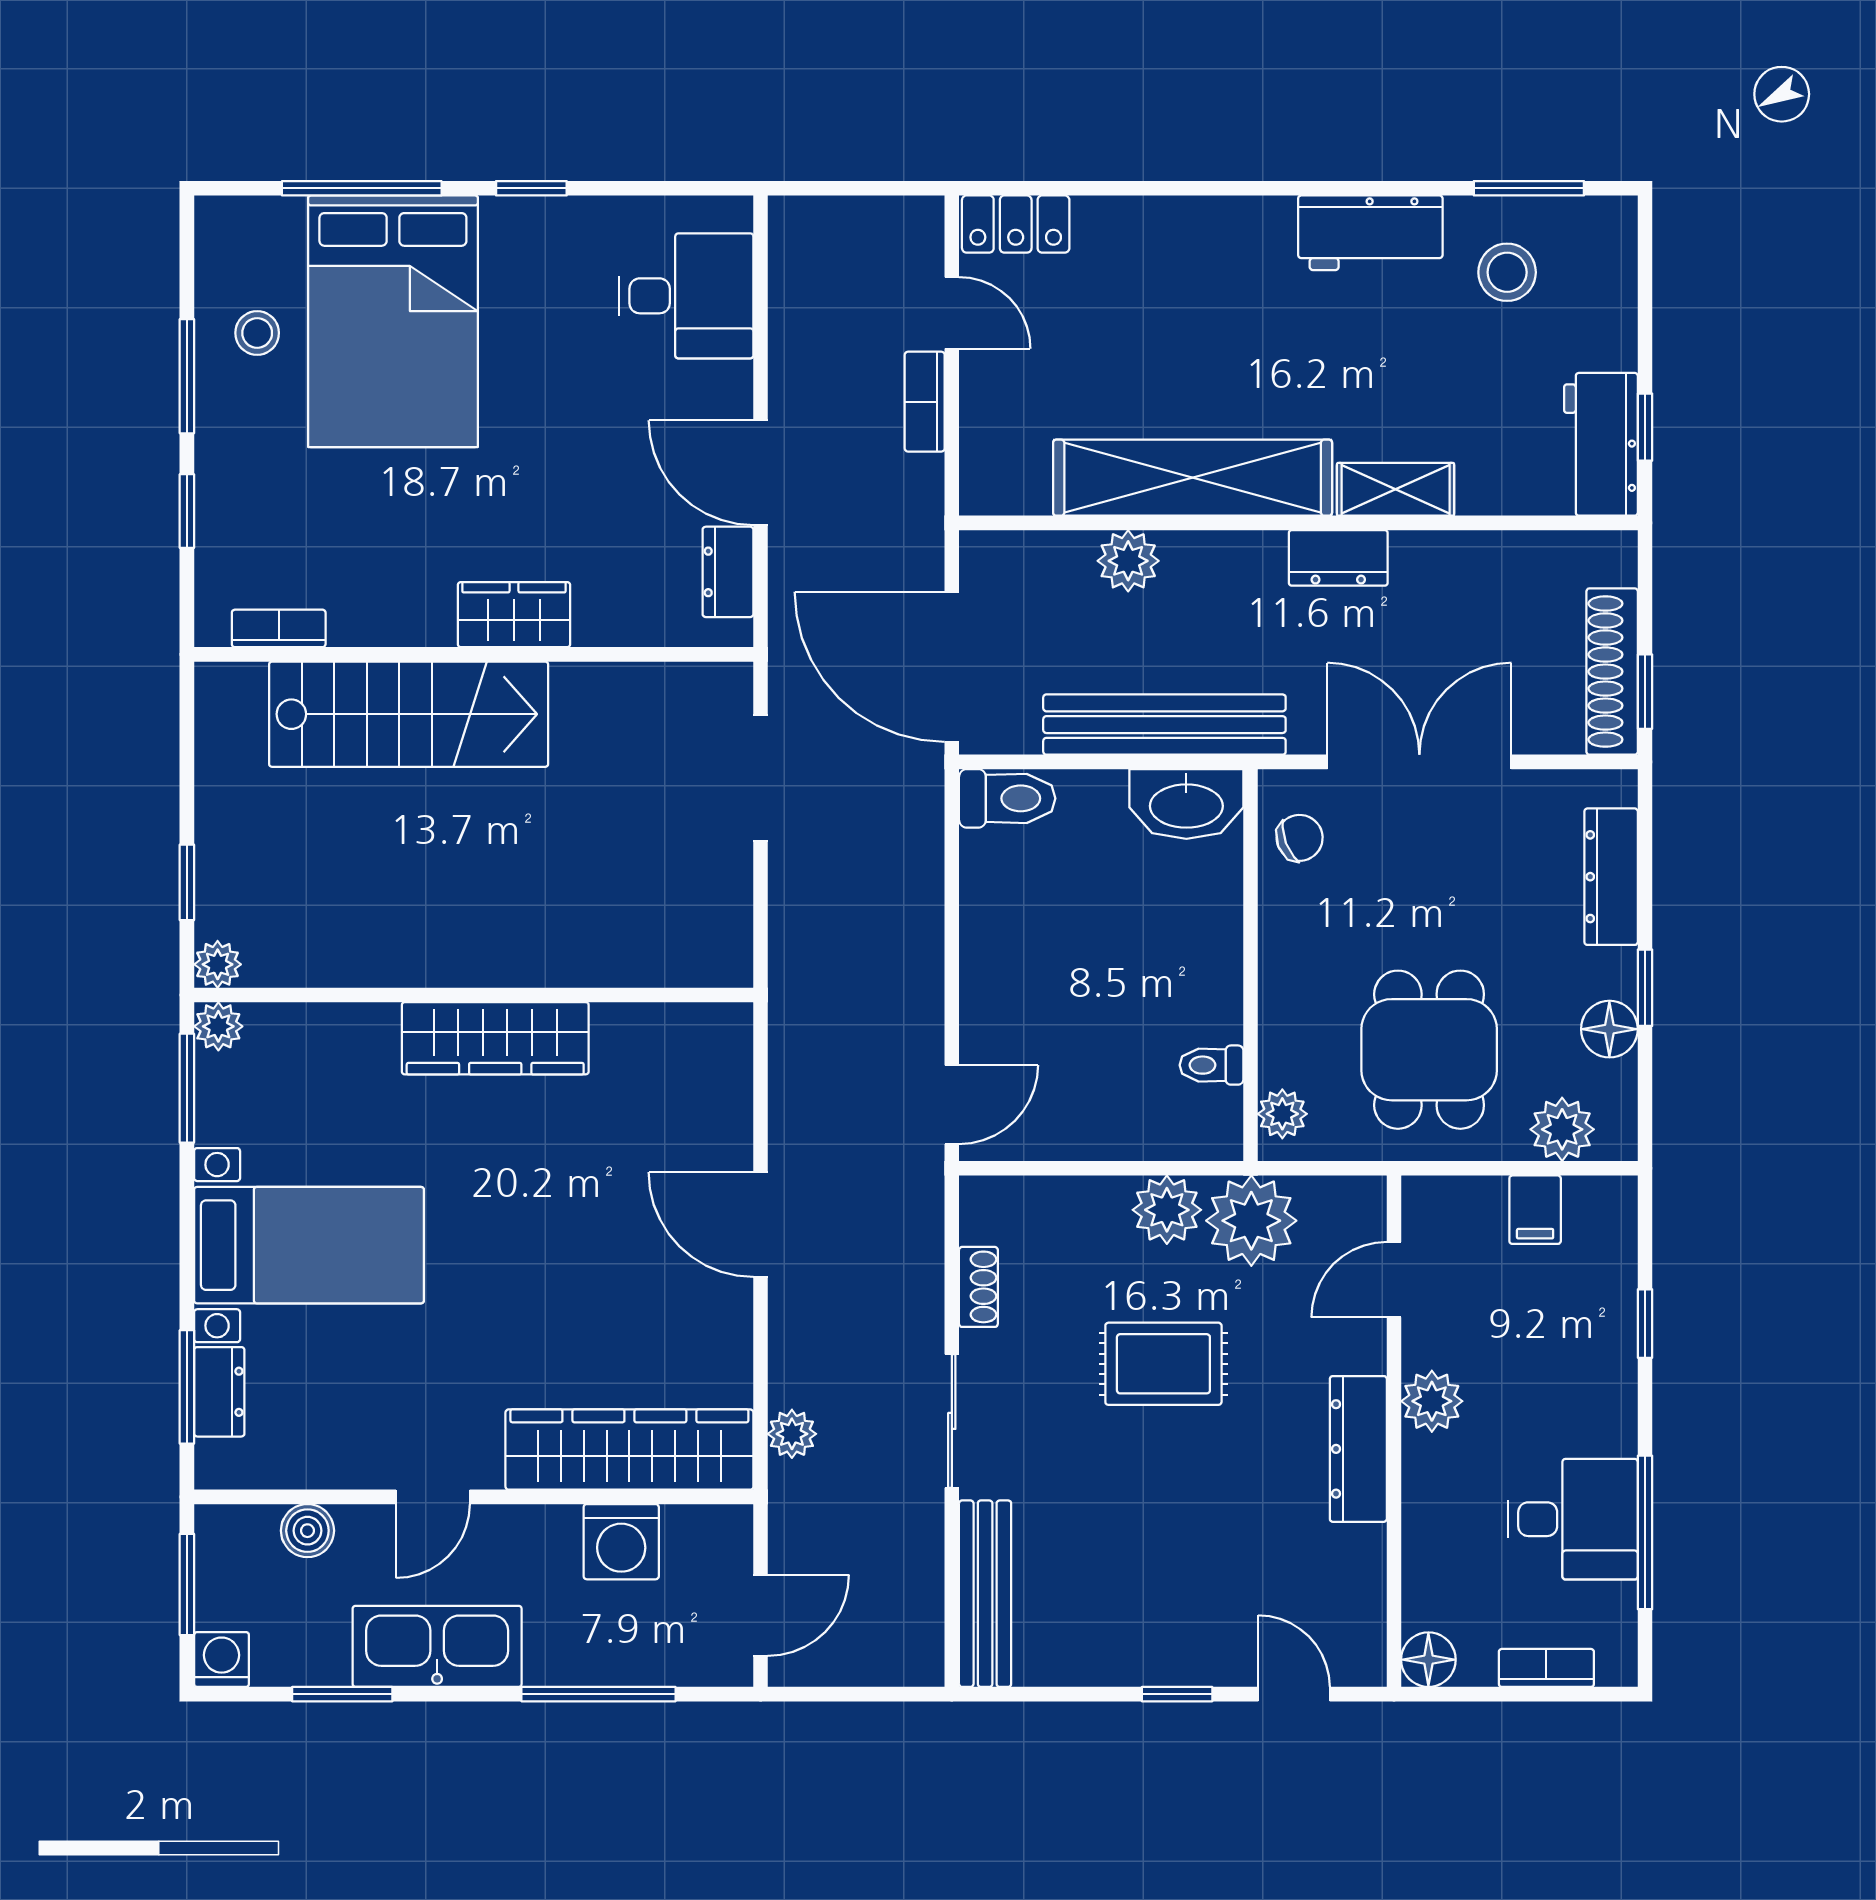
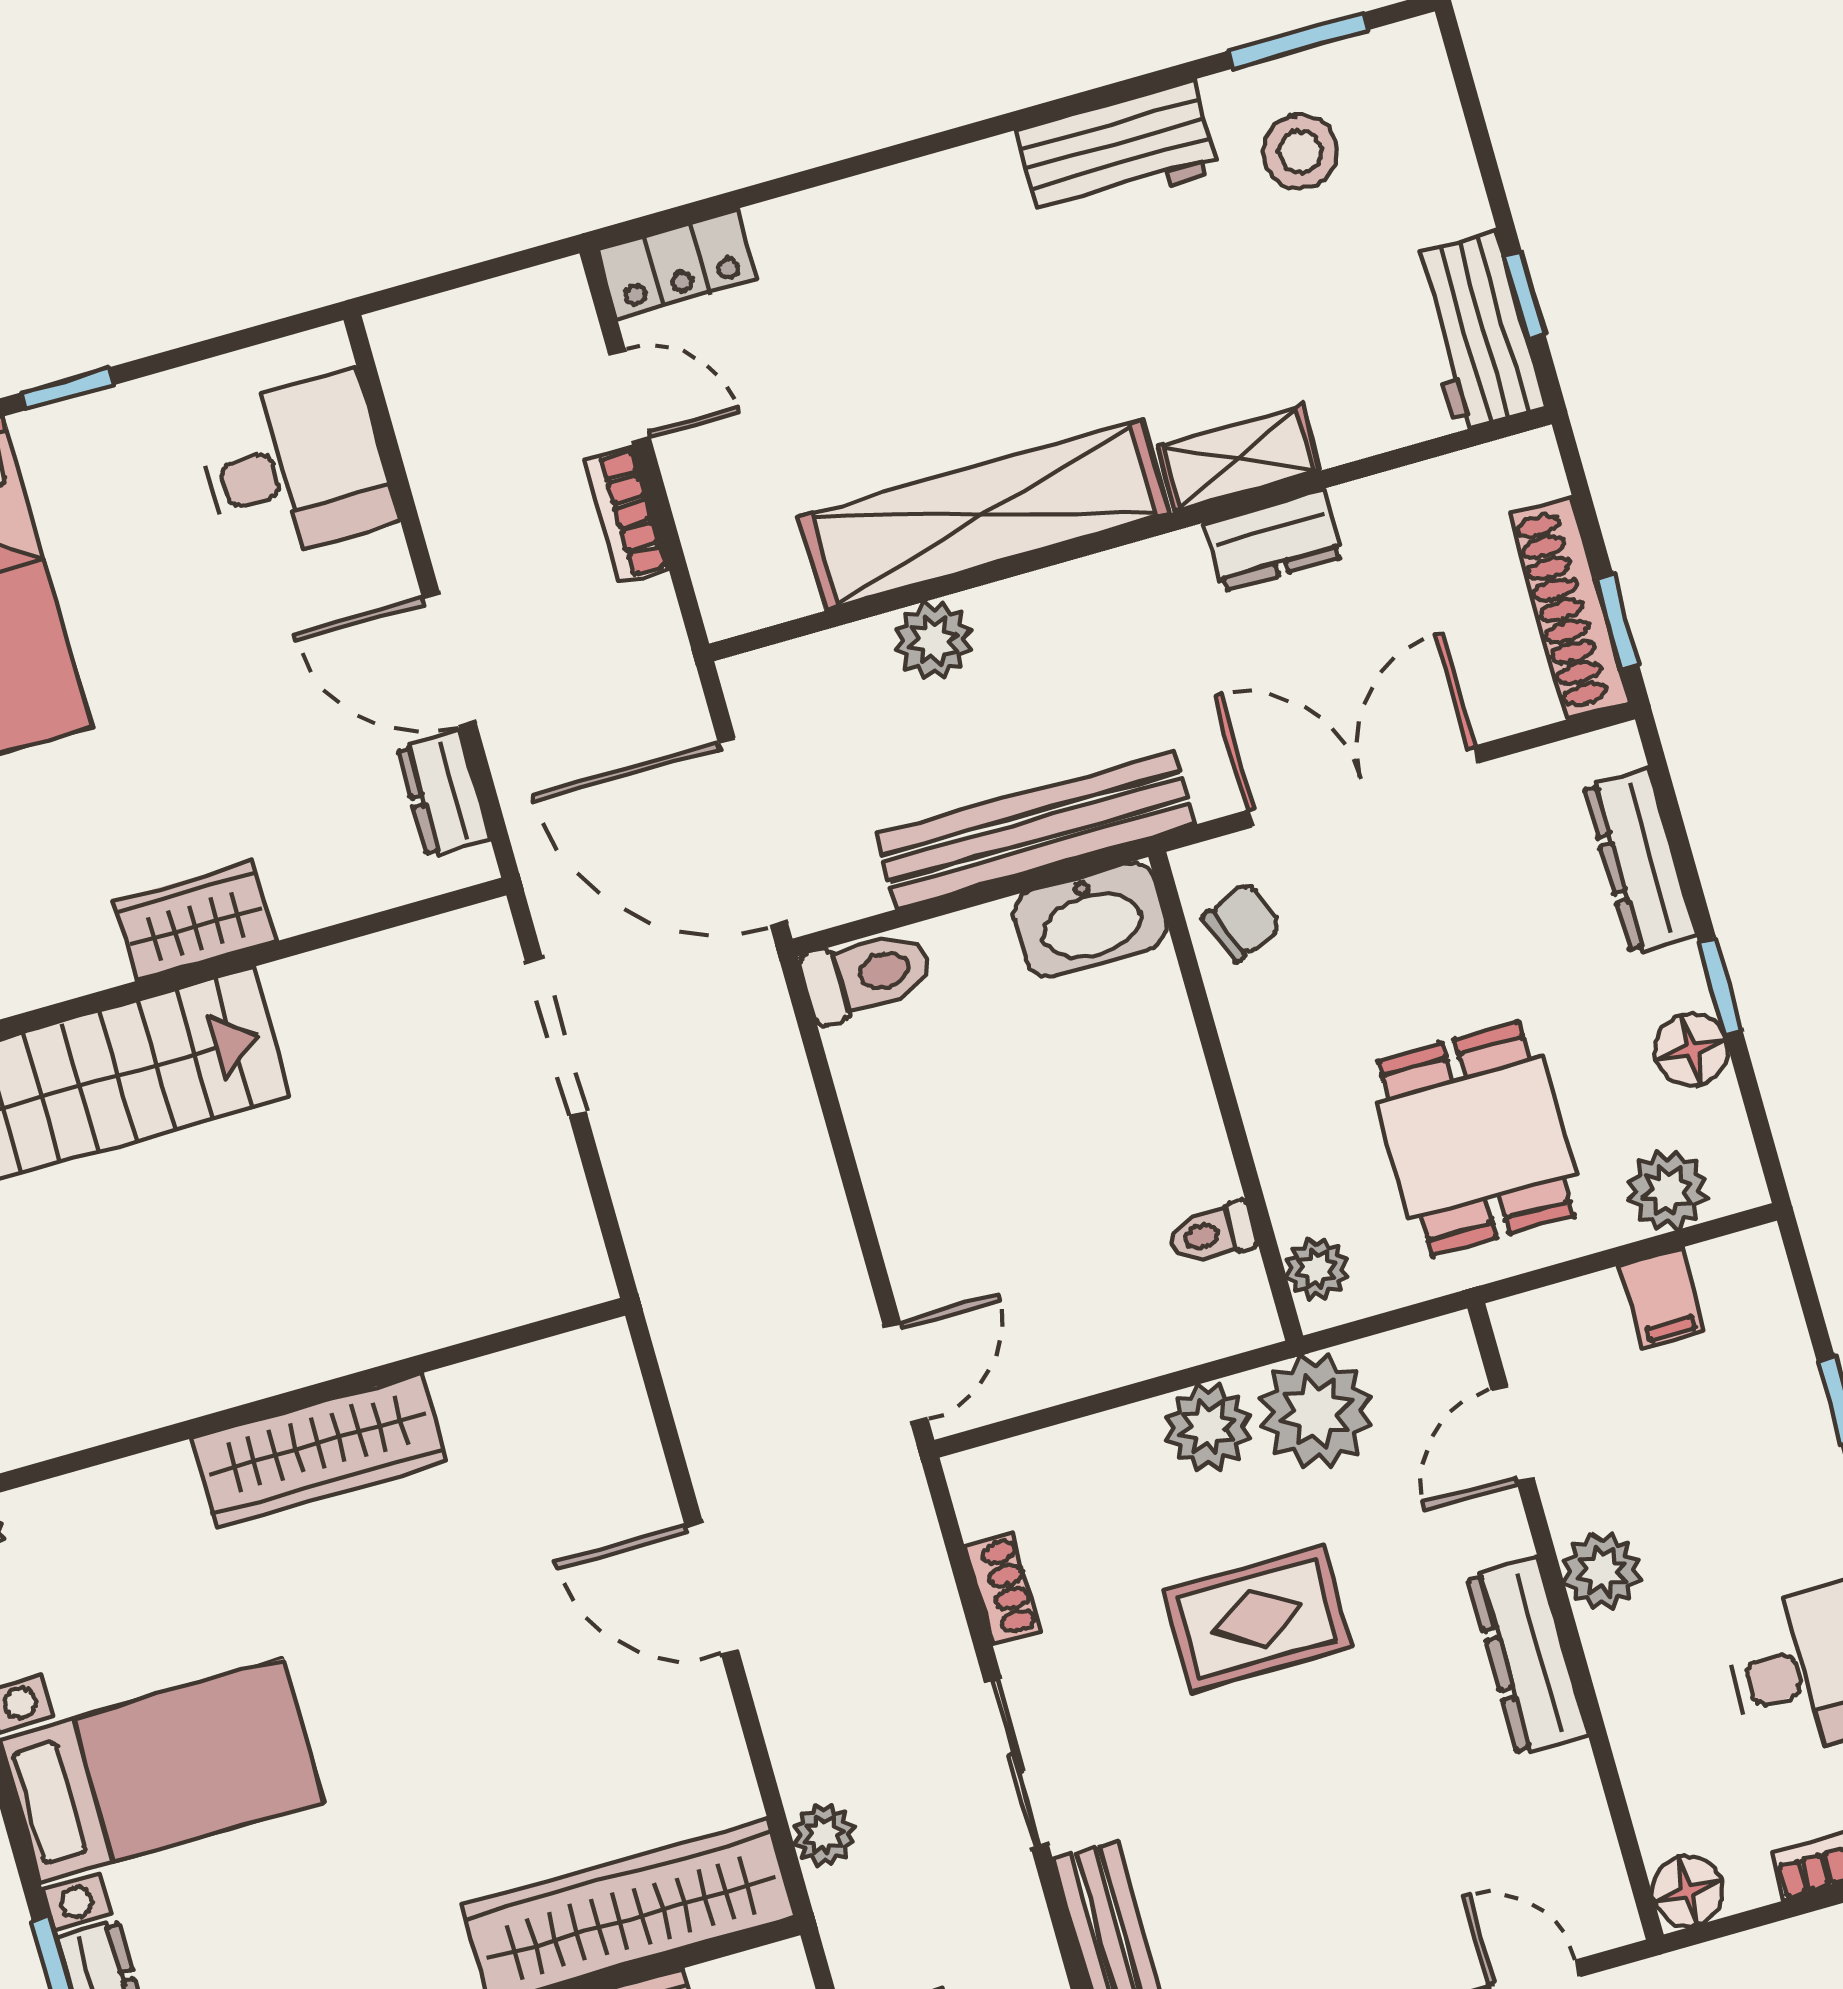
dresser: (1338, 558) -> (1274, 540), moved

